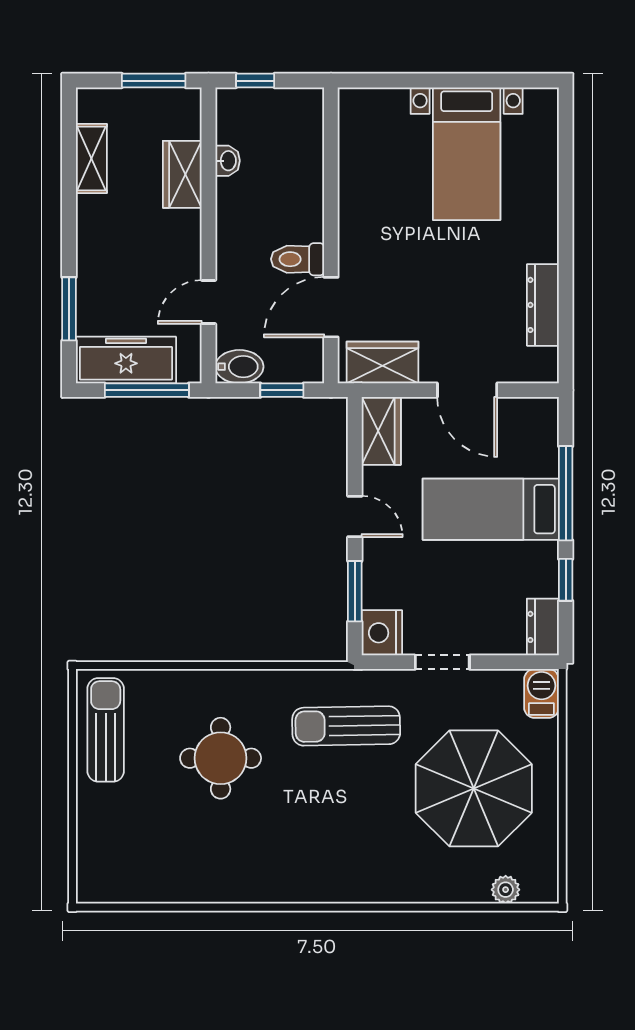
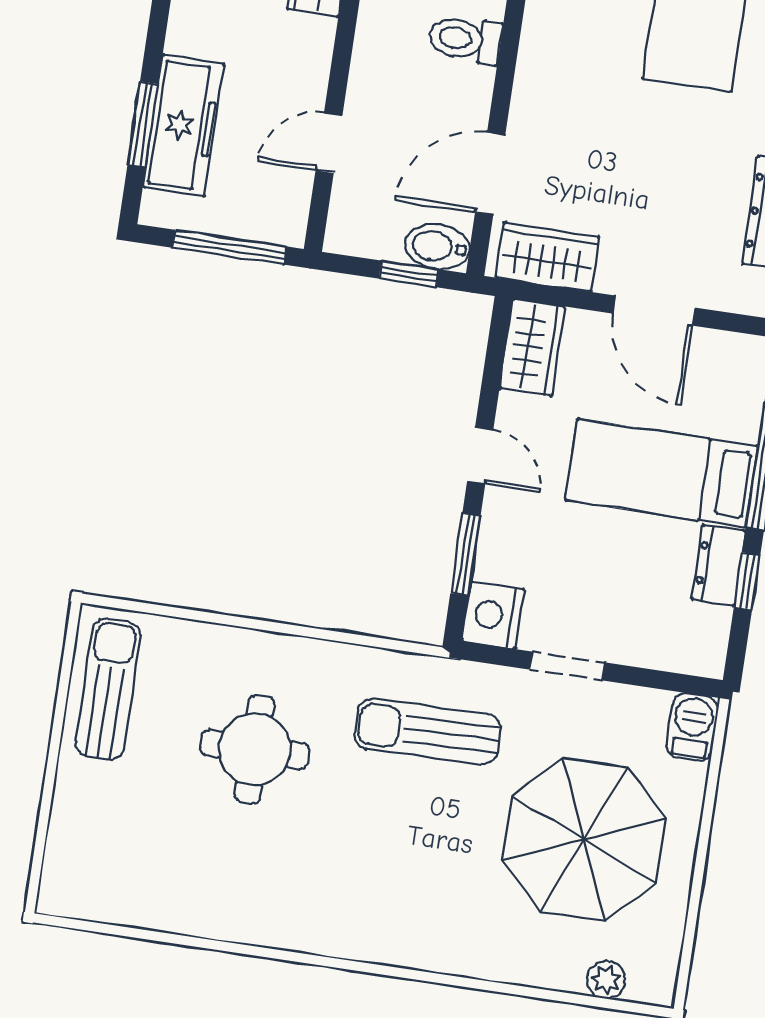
toilet: (298, 259) -> (465, 39), moved
freezer: (126, 360) -> (183, 125), moved, turned 90
bidet: (239, 367) -> (437, 246), moved, turned 180
dresser: (543, 627) -> (718, 565), moved

